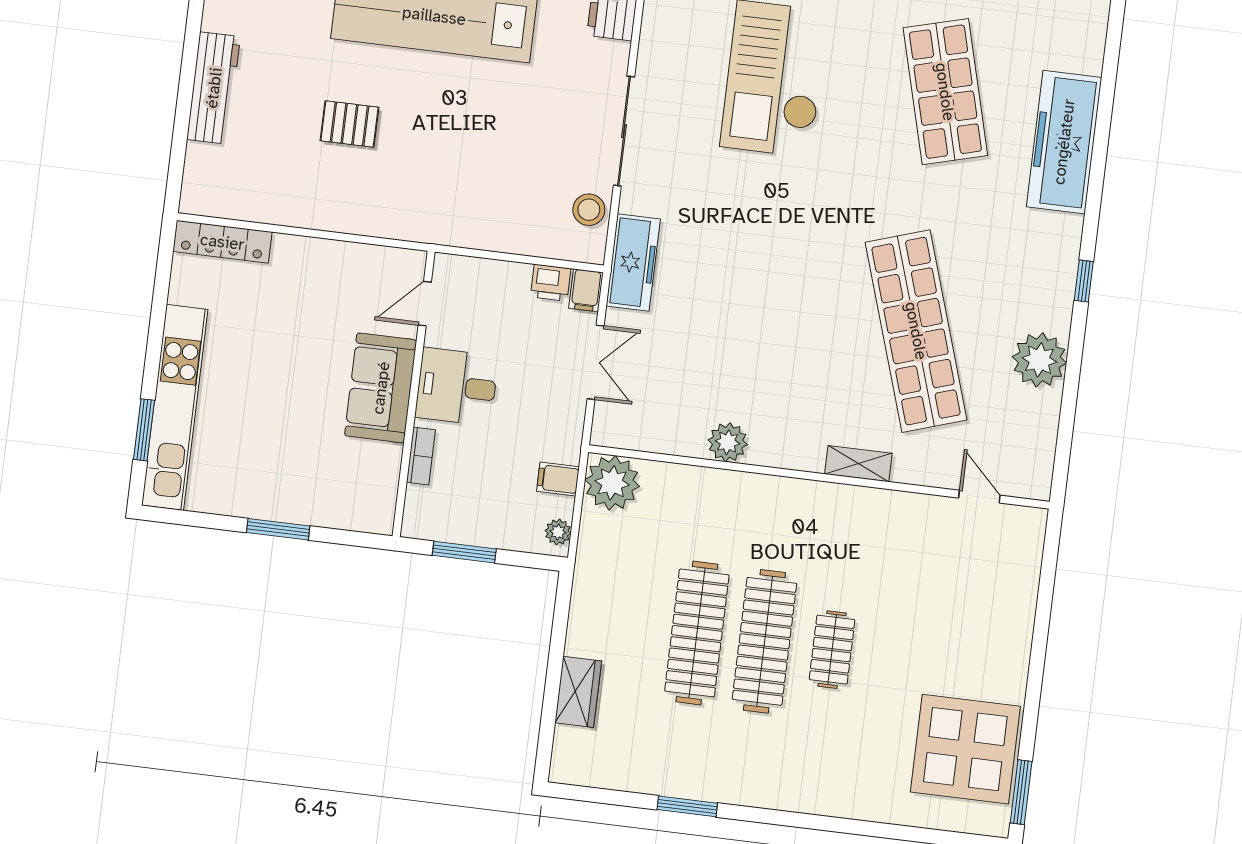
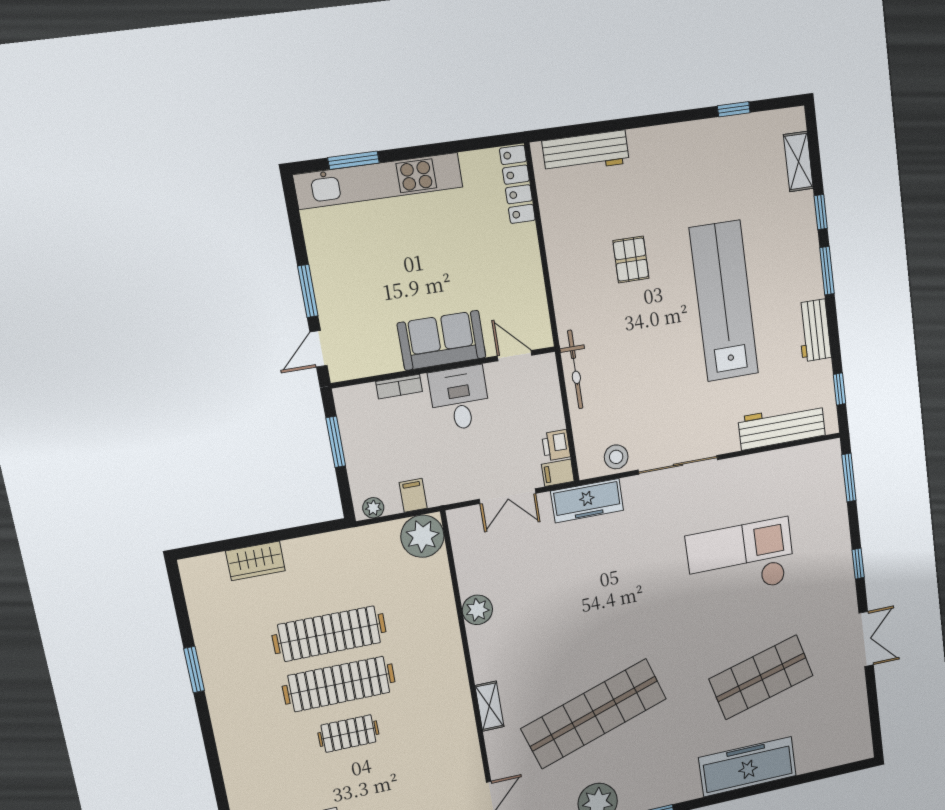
workbench: (214, 88) -> (586, 152), moved
bicycle: (464, 232) -> (575, 369), added
door: (349, 538) -> (319, 349), added

